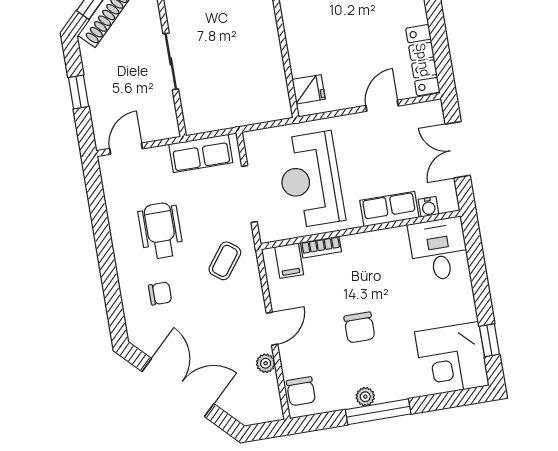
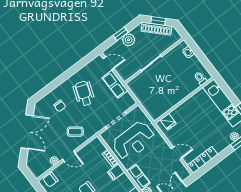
plant: (99, 82) -> (129, 40), added
row of seats: (201, 153) -> (115, 84), moved
reception desk: (310, 180) -> (134, 141), turned 180
wheelchair: (161, 231) -> (84, 93), turned -70
coffee table: (225, 261) -> (75, 132), moved
filing cabinet: (289, 261) -> (116, 172), moved

